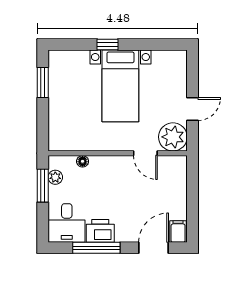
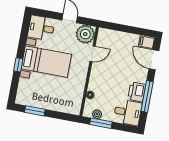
desk: (170, 69) -> (41, 28), added

